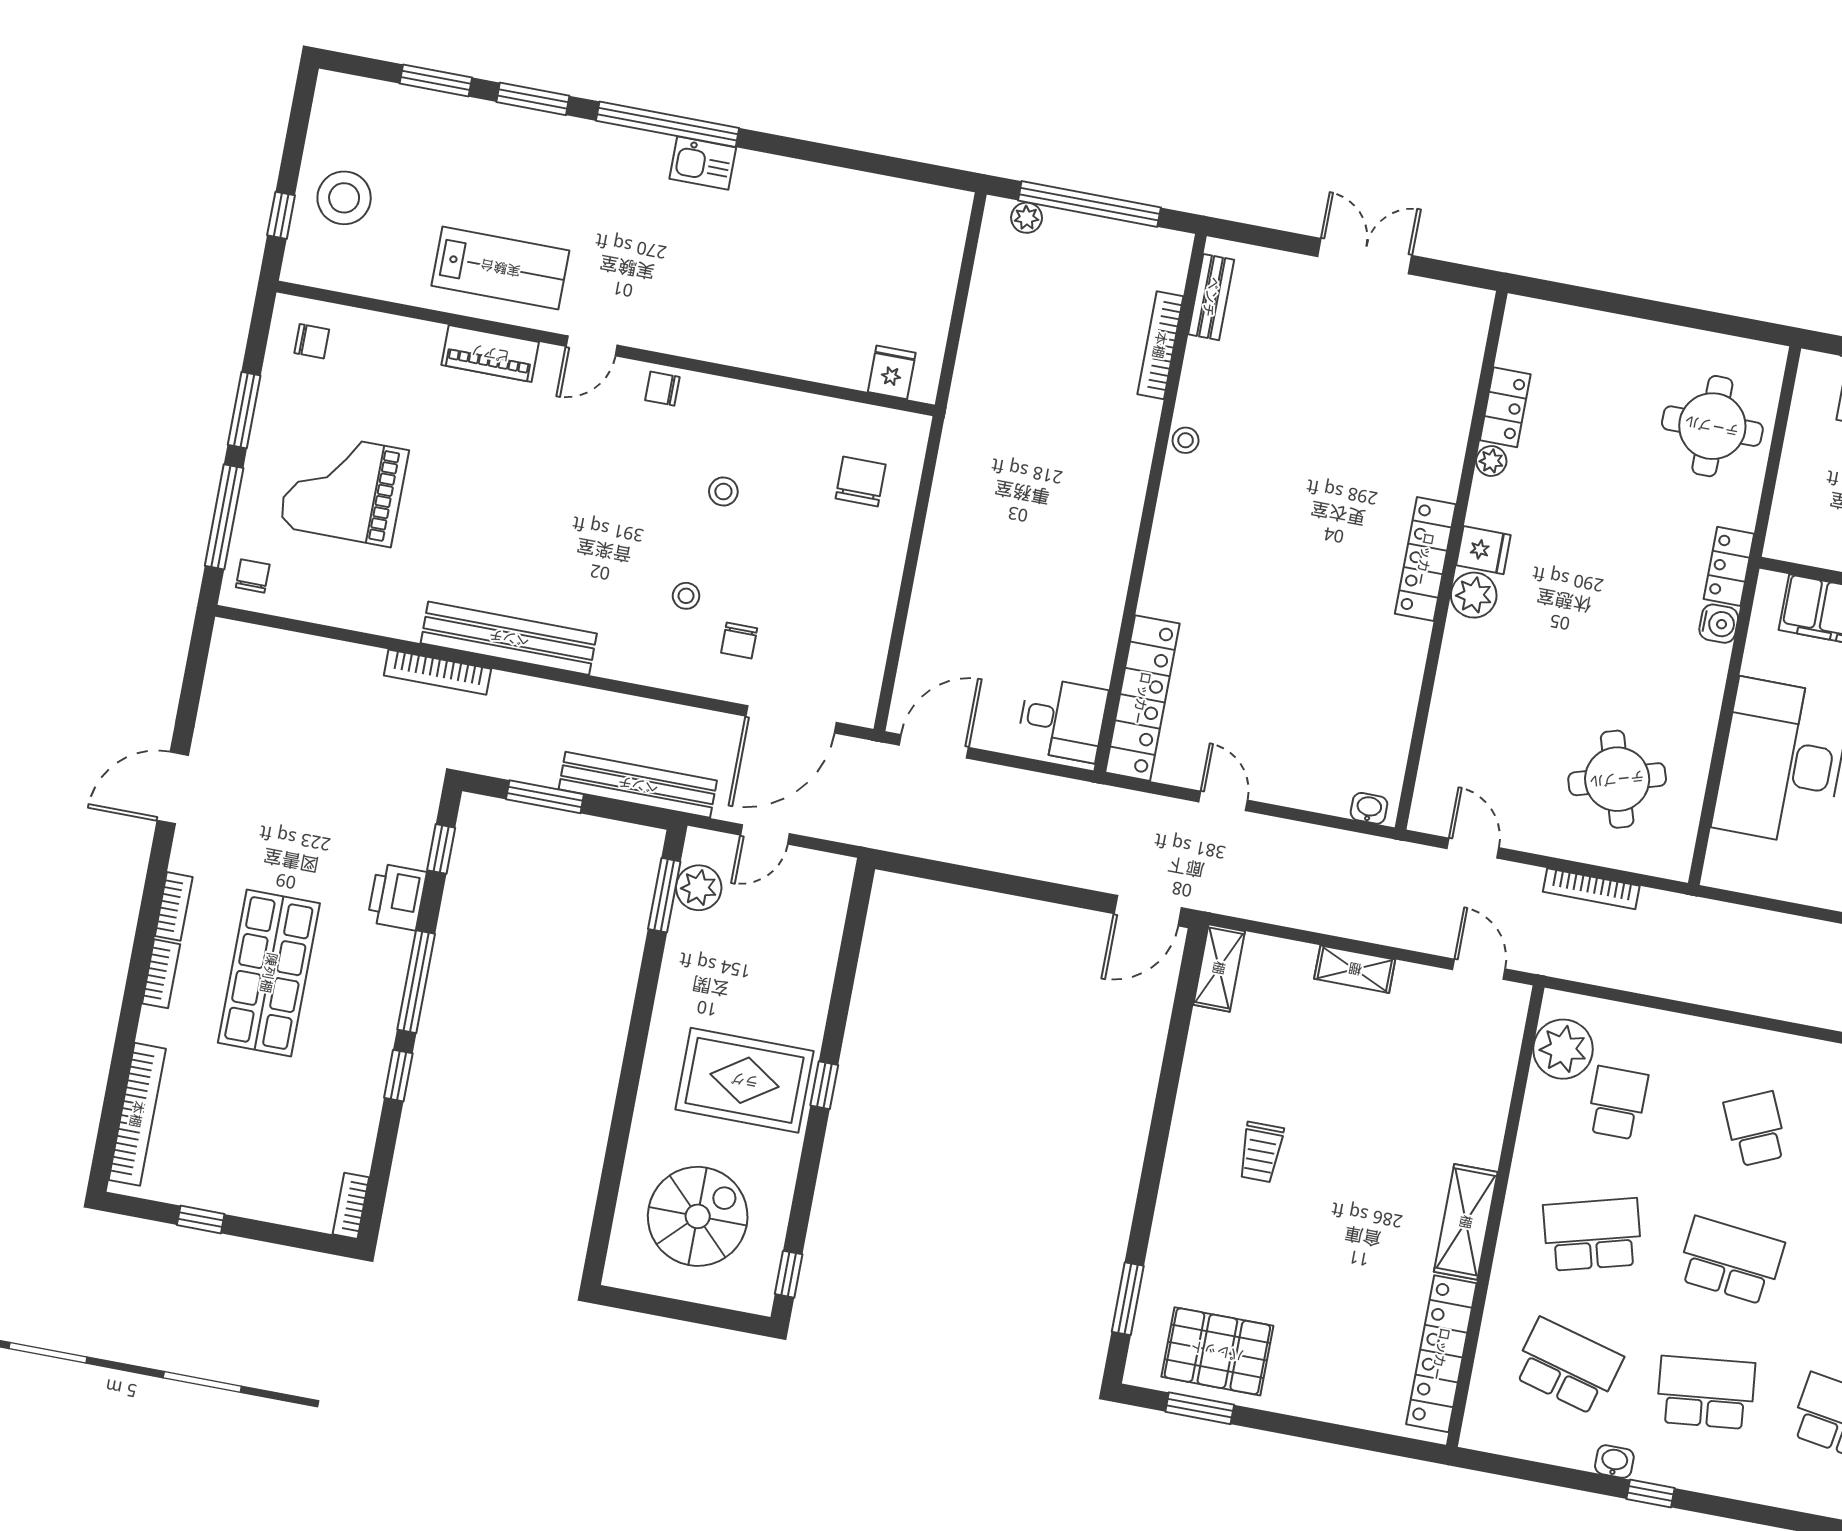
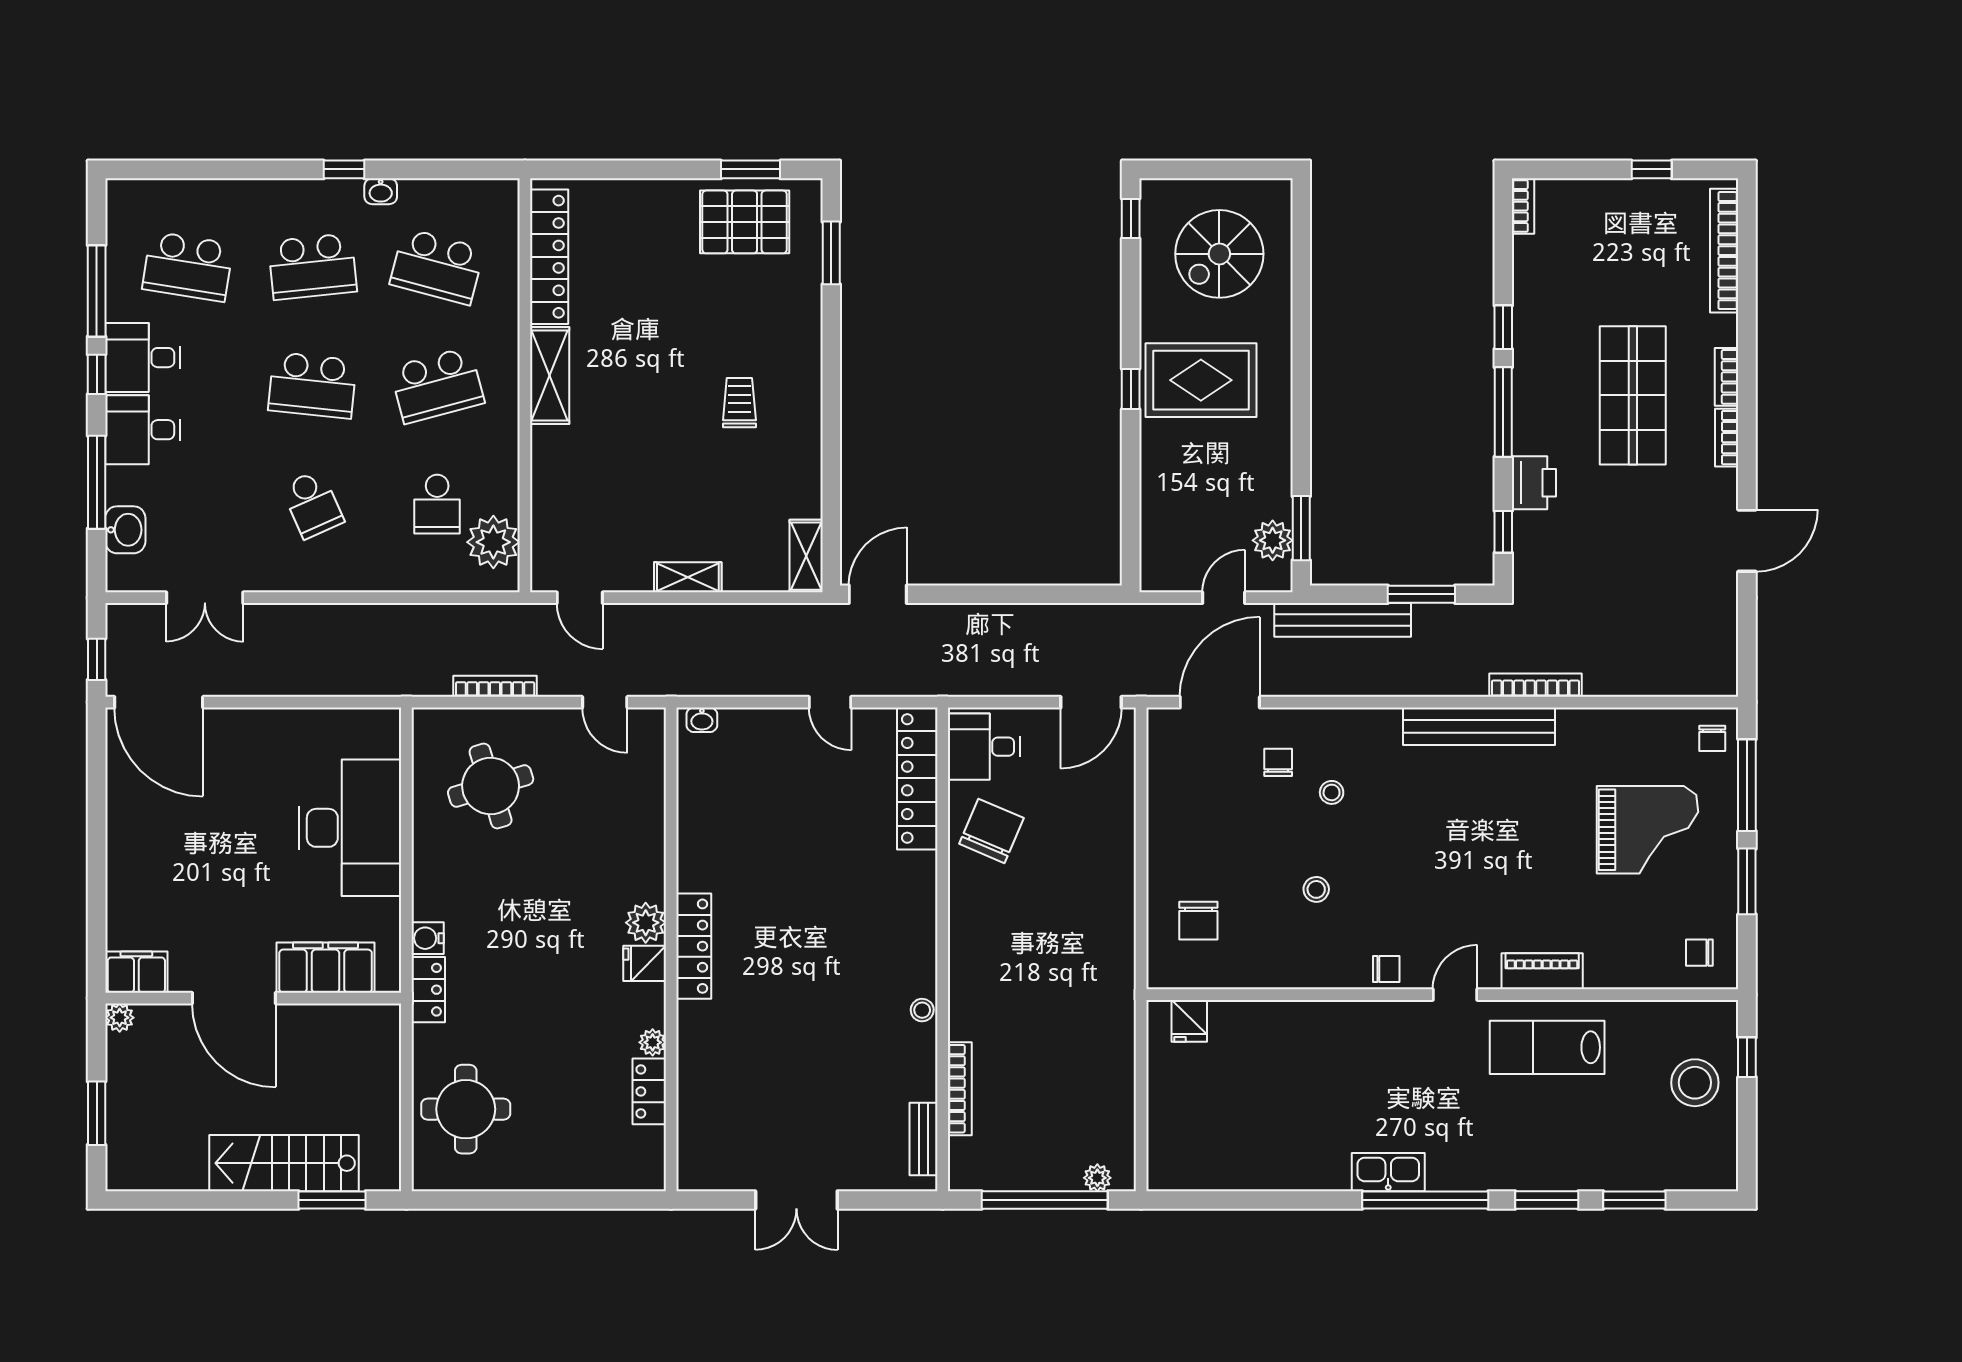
kitchen sink: (703, 163) -> (1388, 1172), width x1.38
chair: (1071, 624) -> (991, 831), added

